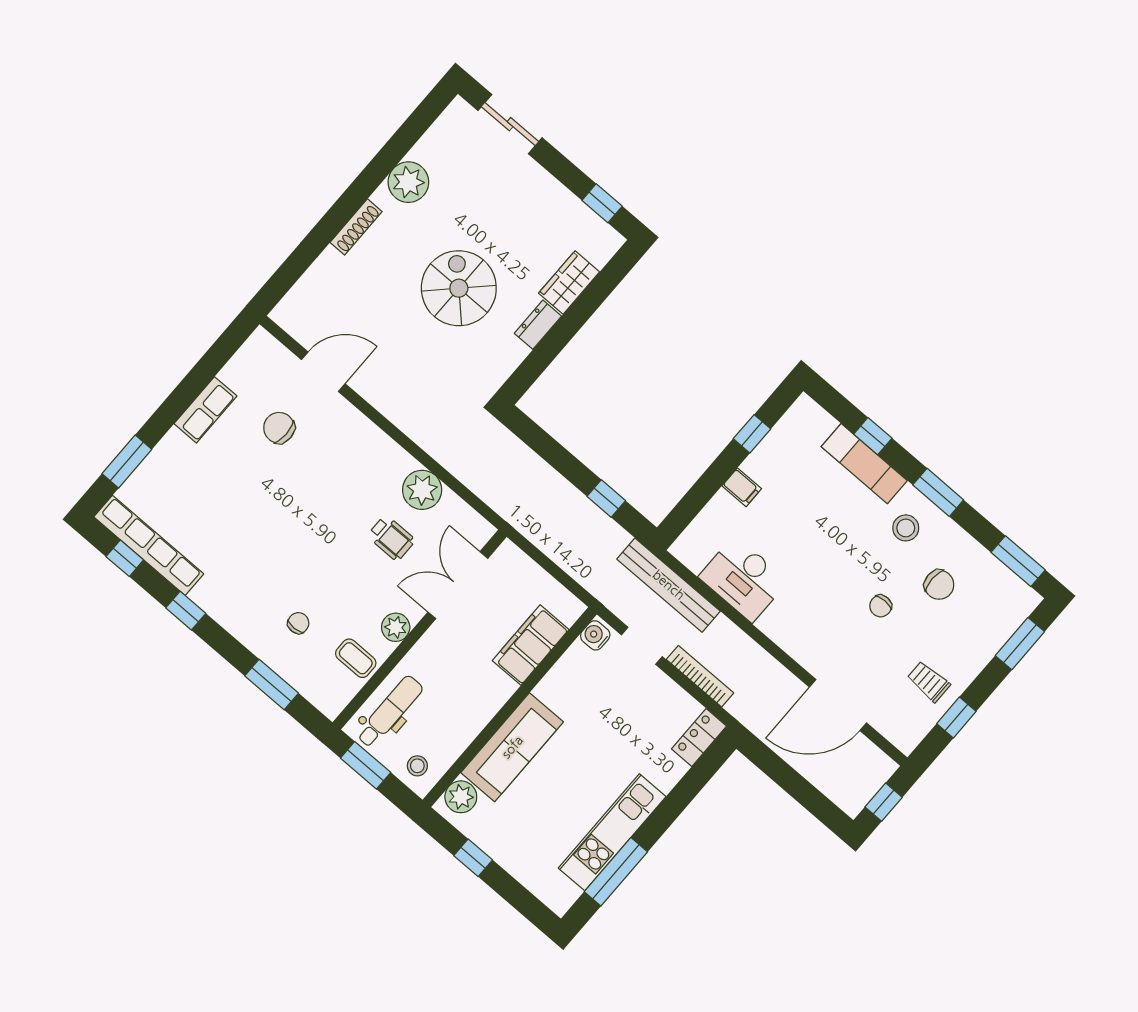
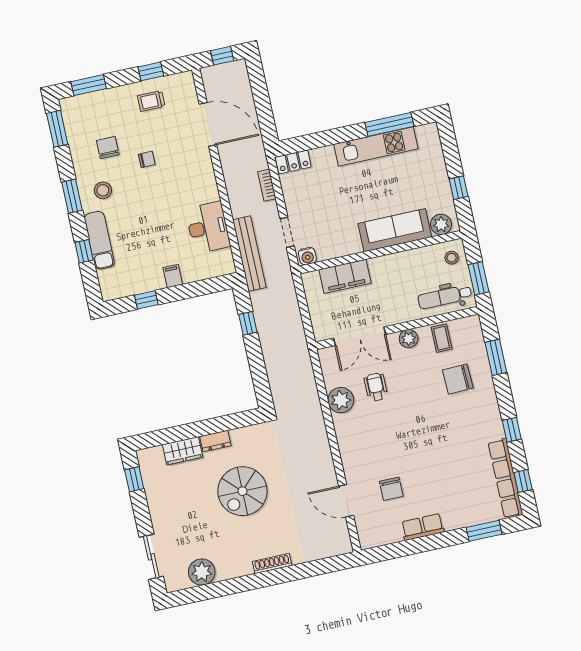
plant: (408, 182) -> (202, 572), moved
chair: (298, 623) -> (458, 379), width x1.87, depth x1.87
bookcase: (700, 676) -> (267, 185), width x0.64
trolley: (929, 682) -> (151, 101), turned 90

